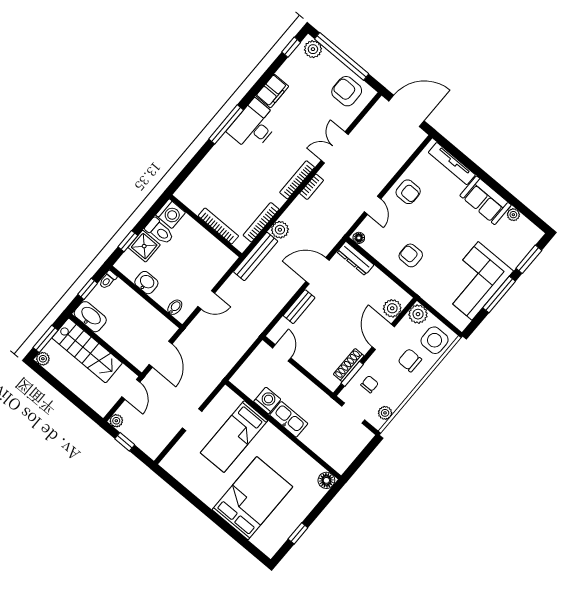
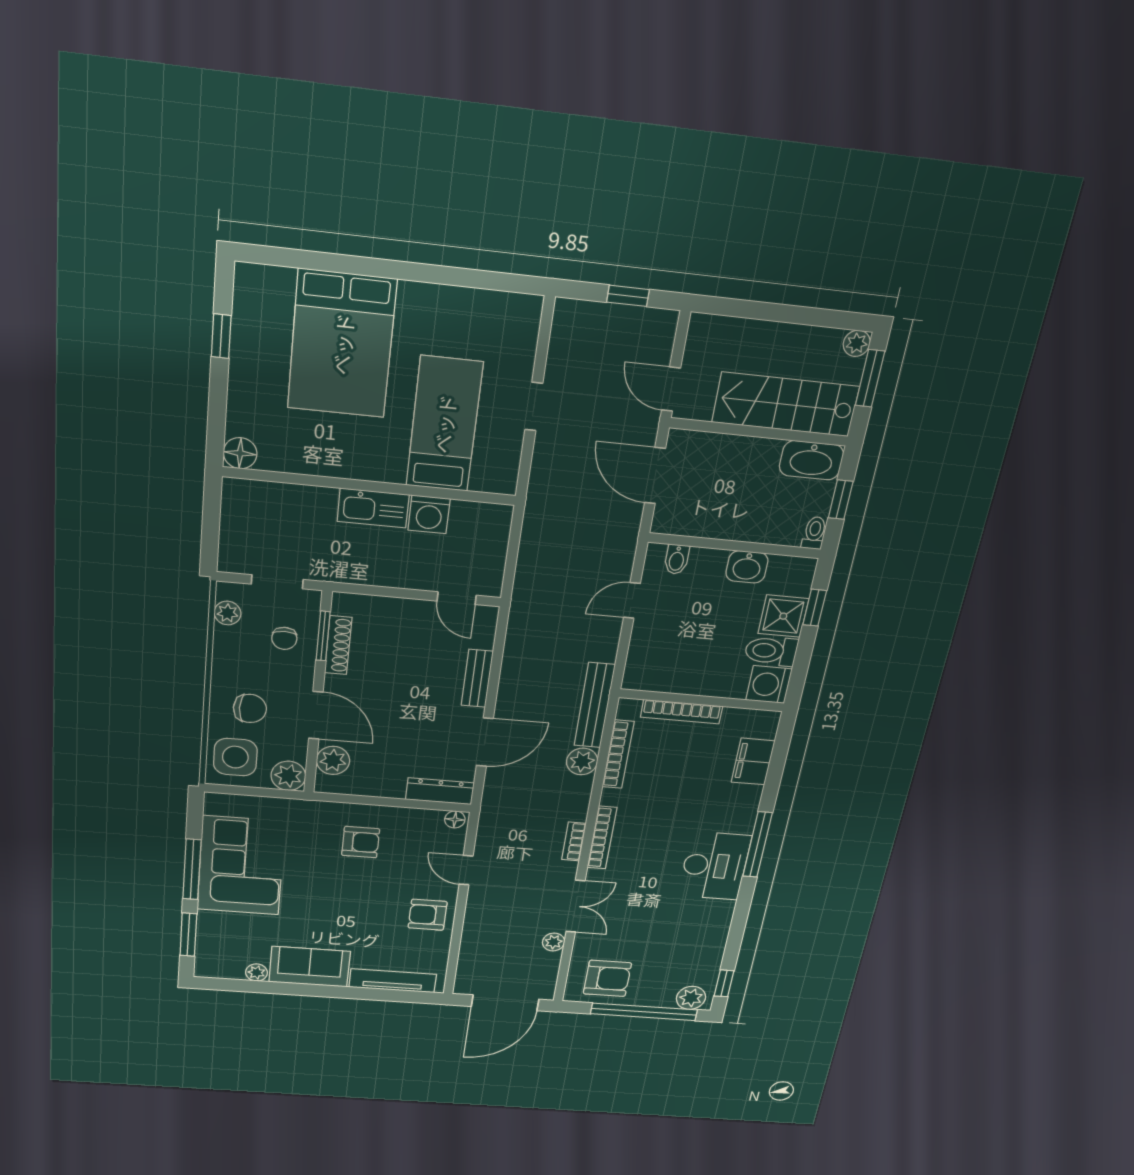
filing cabinet: (272, 91) -> (753, 762), moved
plant: (116, 421) -> (554, 942), moved

